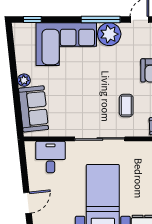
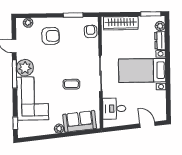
coffee table: (126, 105) -> (71, 84), moved

